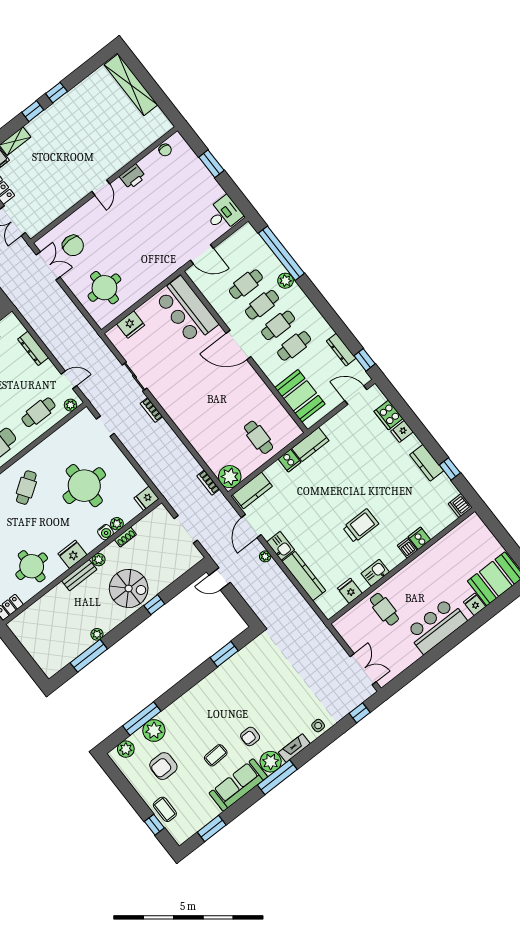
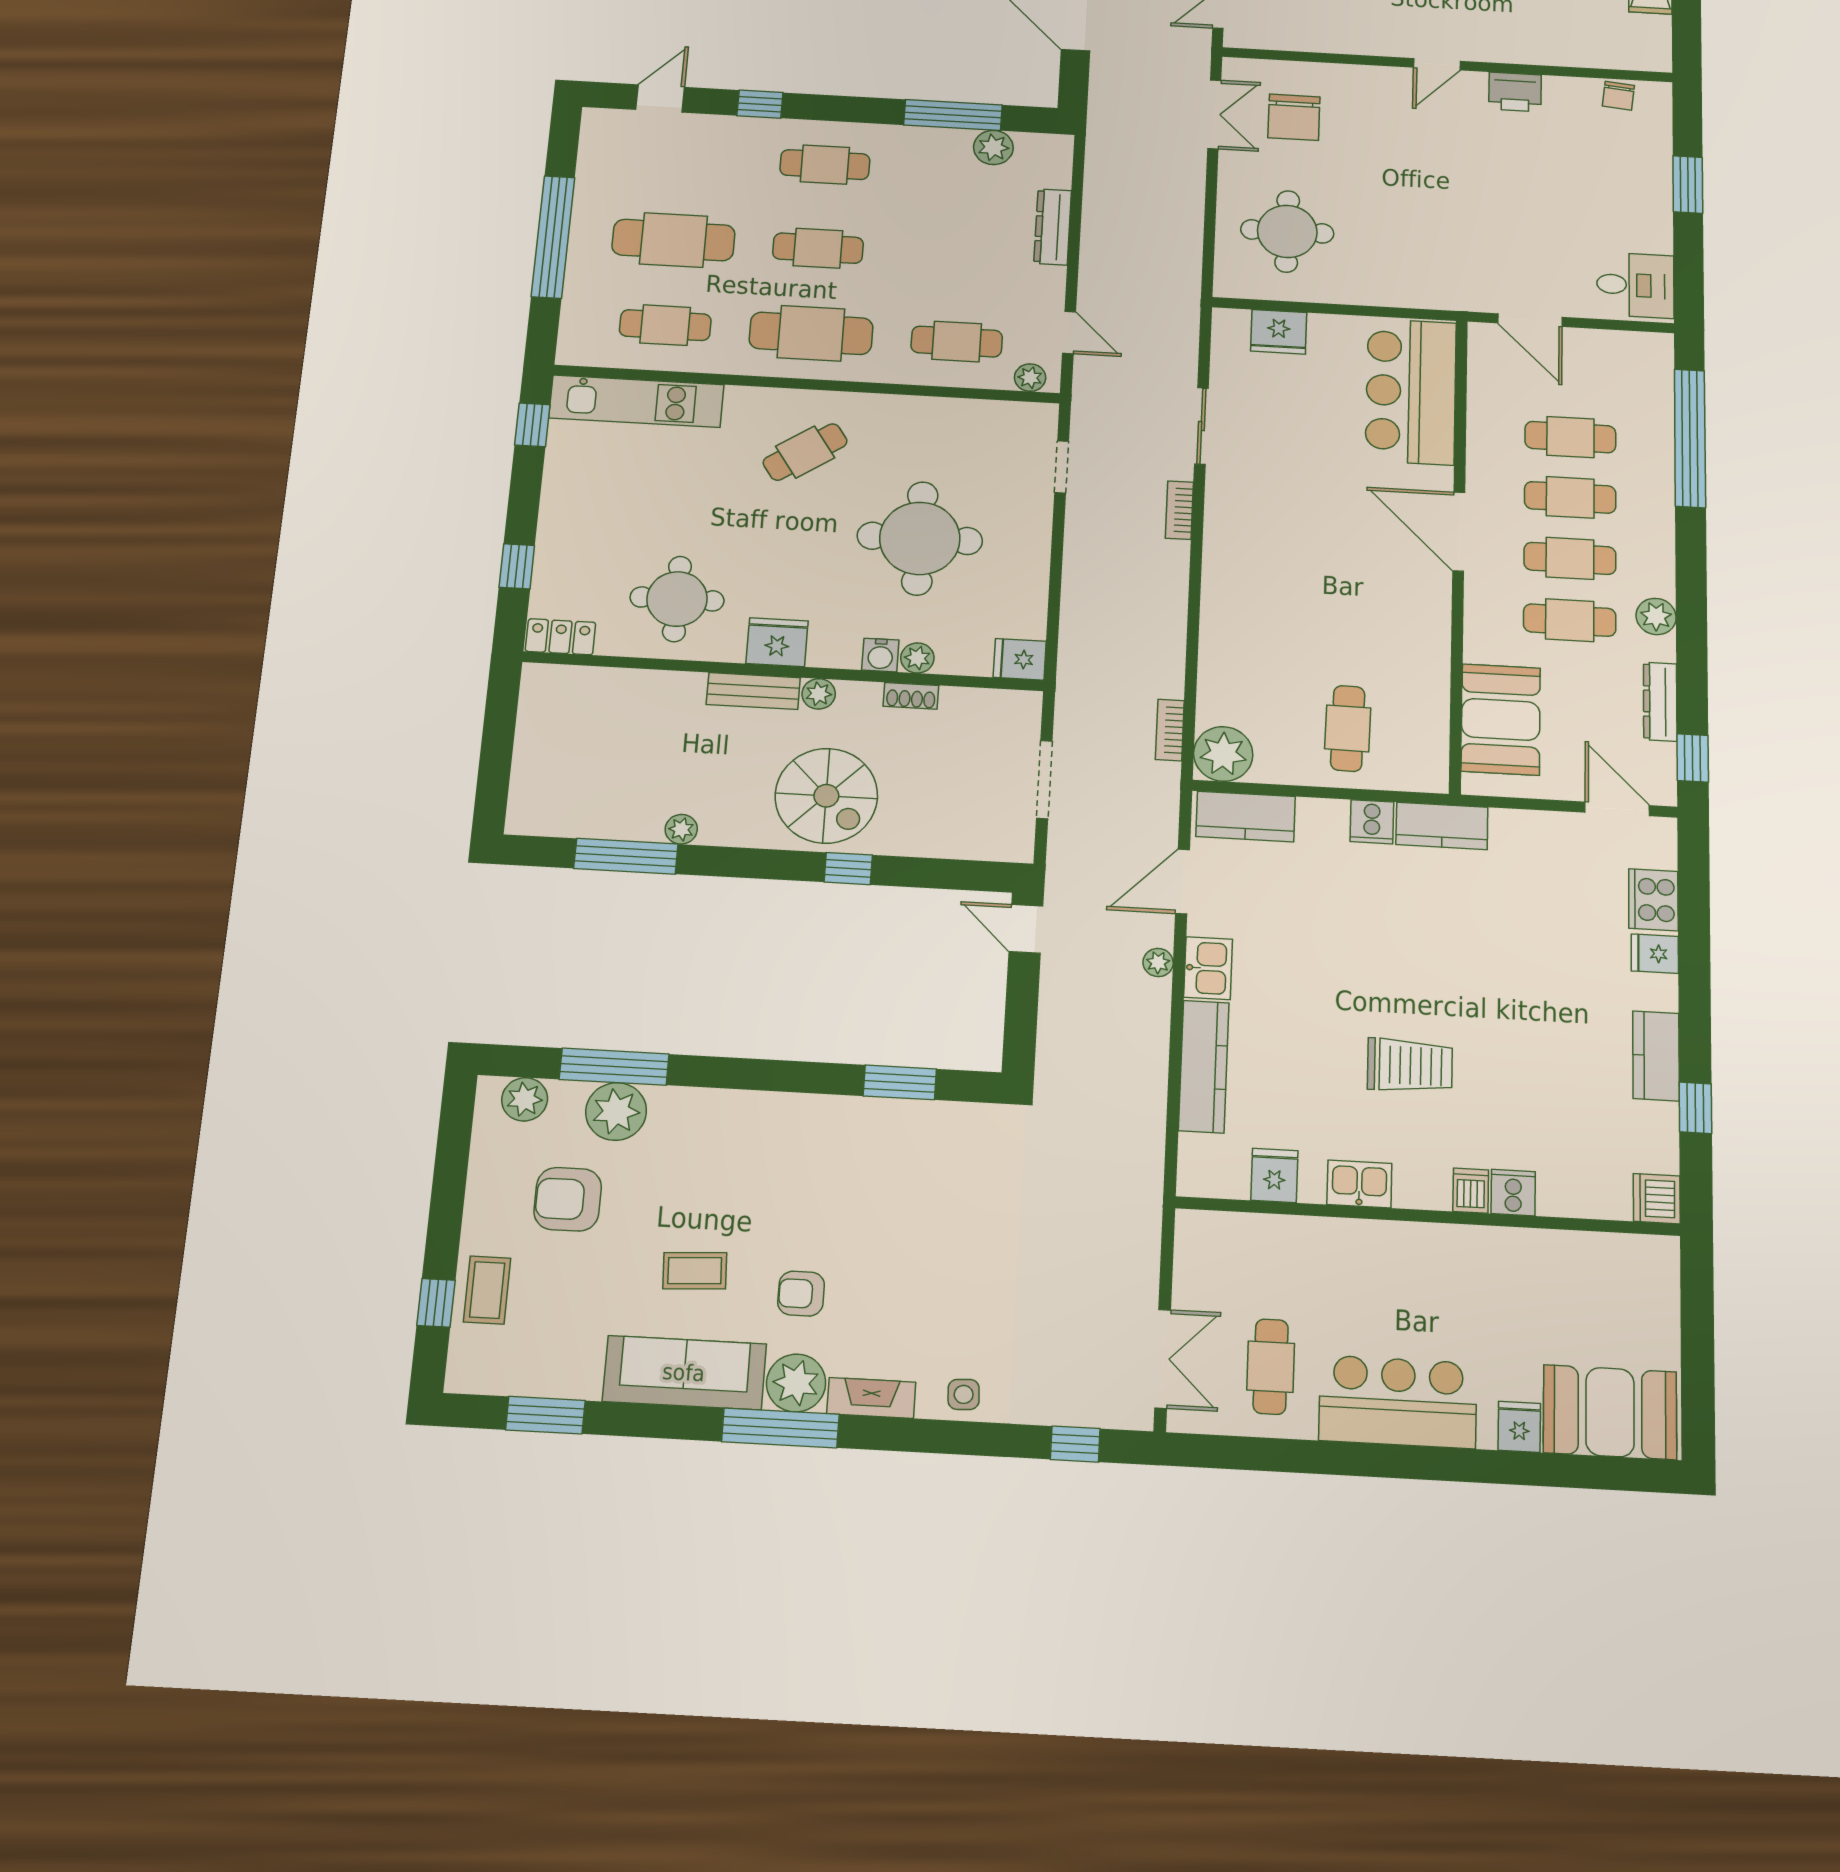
plant: (285, 281) -> (1656, 616), moved
cafe table: (384, 609) -> (1271, 1367), moved

